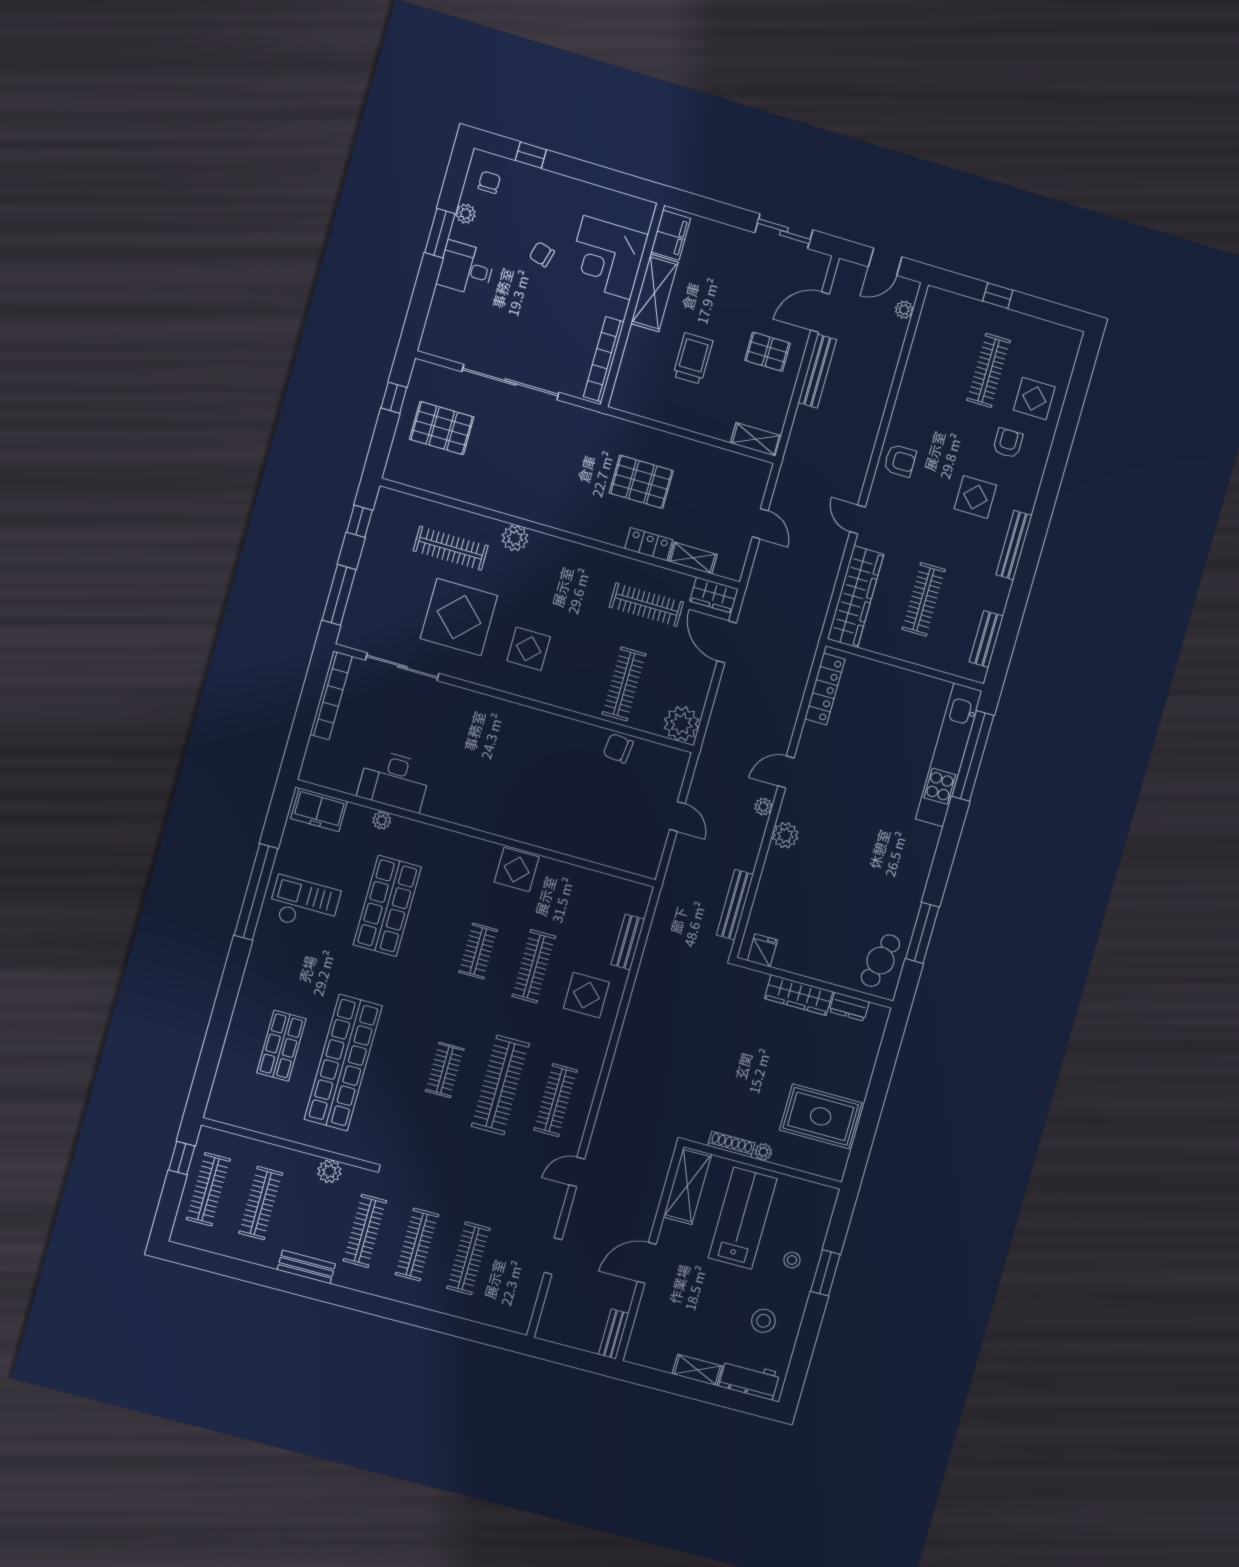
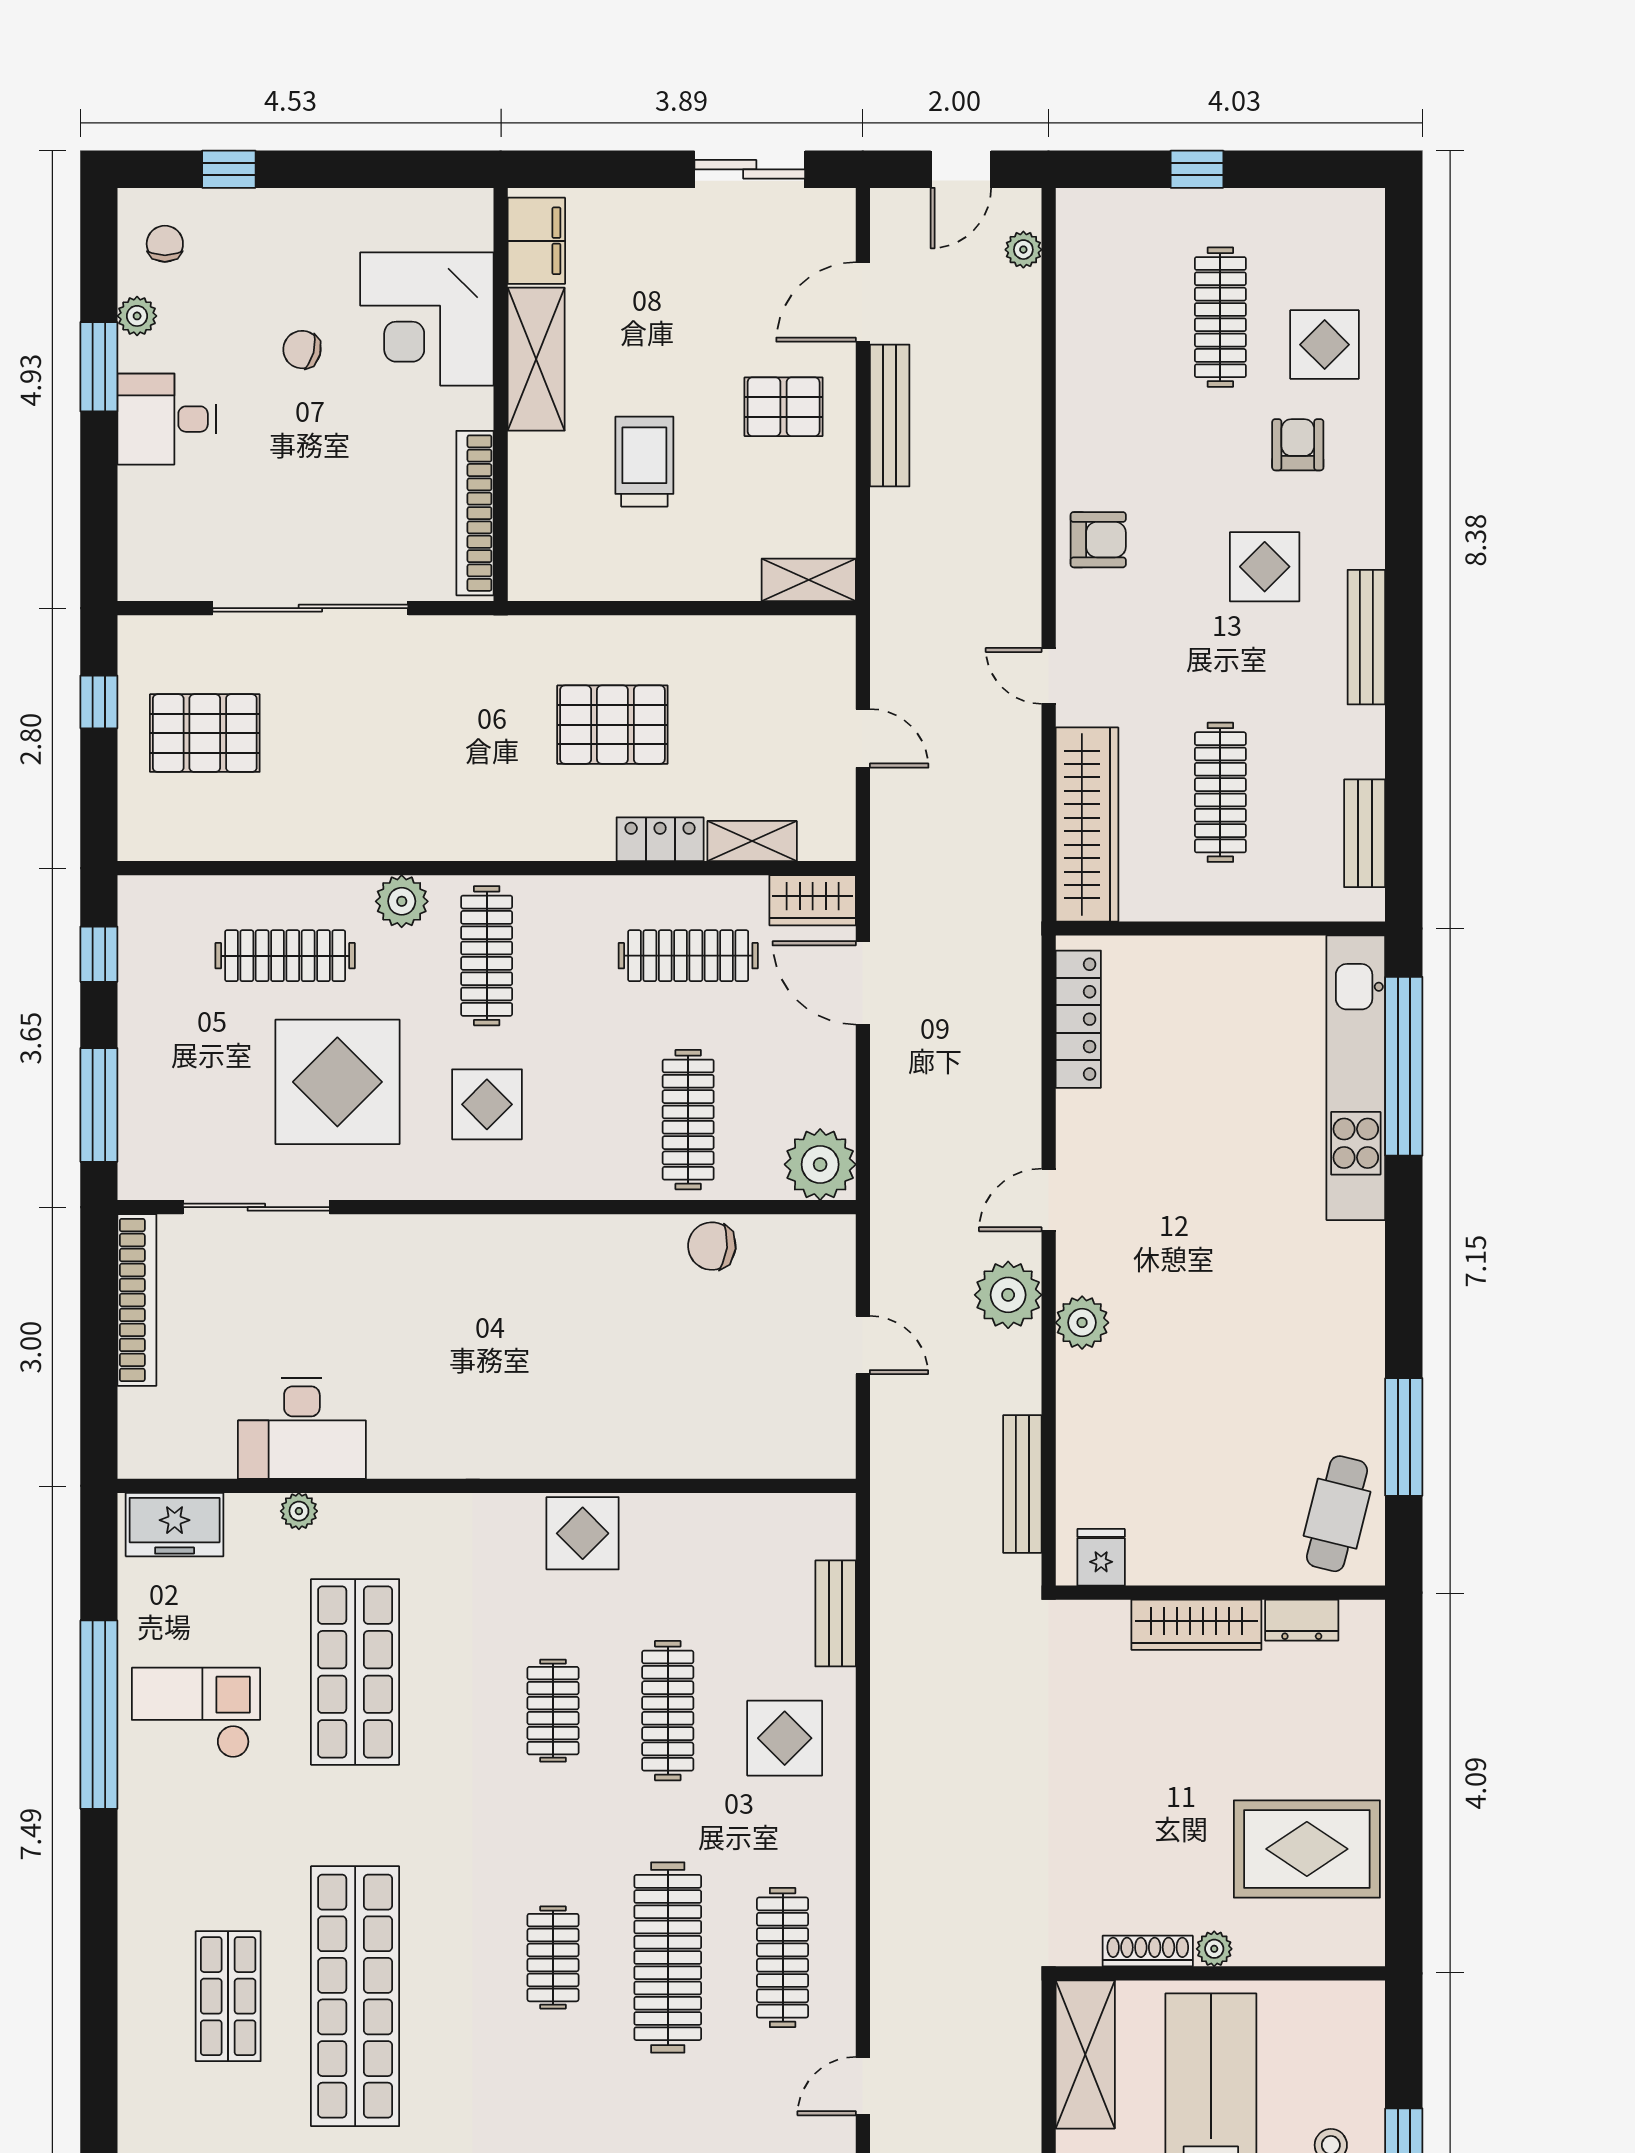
clothes rail: (549, 577) -> (487, 956), added
plant: (763, 807) -> (1008, 1295), width x1.88, depth x1.88

